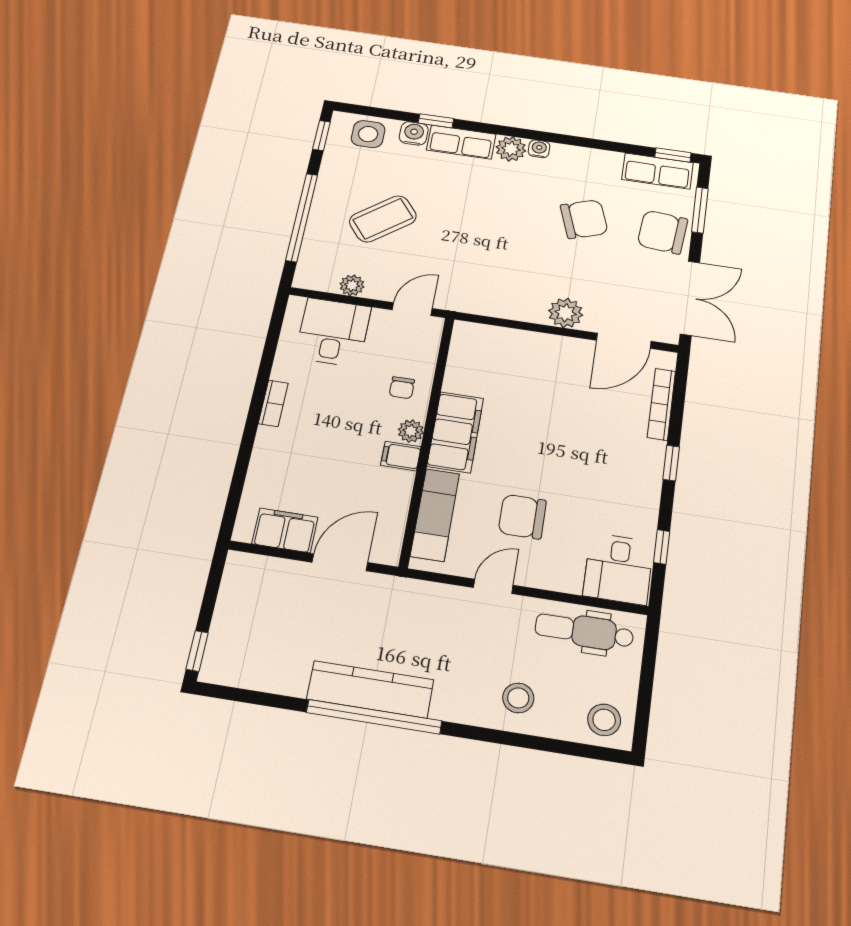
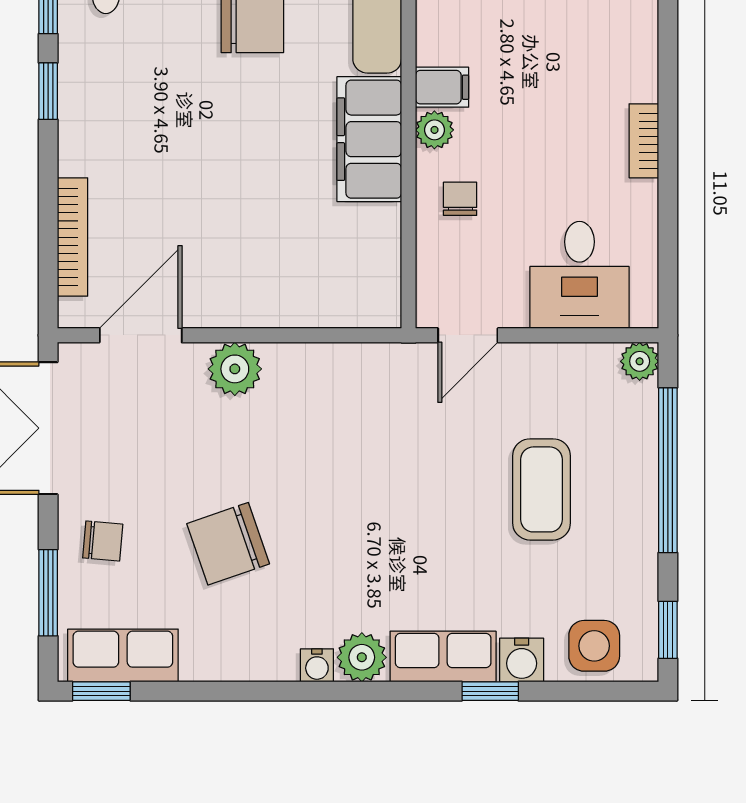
coffee table: (383, 219) -> (542, 489), turned -52
chair: (663, 232) -> (103, 541), width x0.54, depth x0.54
plant: (352, 285) -> (640, 361), moved
window: (671, 463) -> (48, 91), moved

